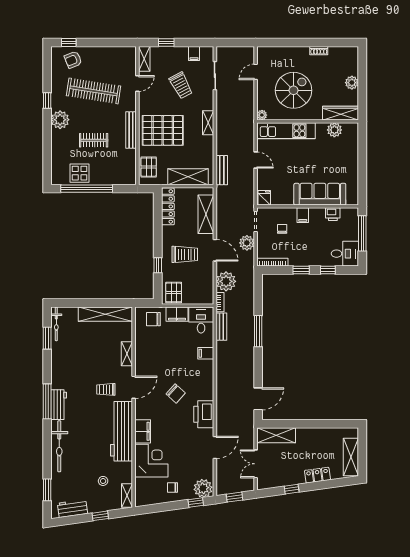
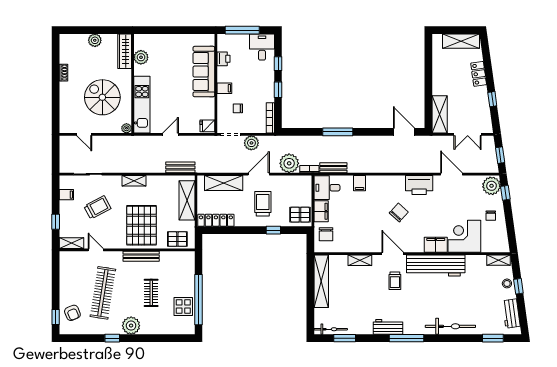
workbench: (59, 405) -> (388, 327), moved
stool: (103, 481) -> (507, 283), moved

